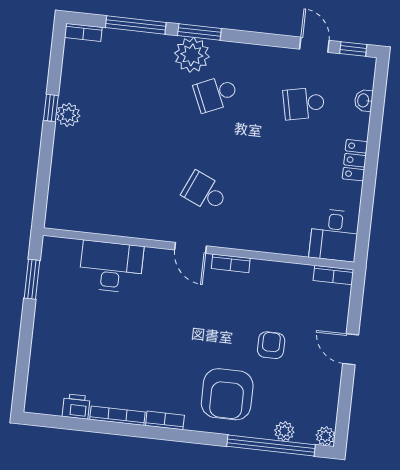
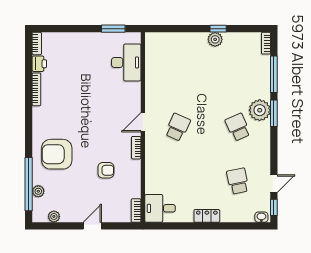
washbasin: (364, 100) -> (261, 217), moved
desk: (111, 267) -> (126, 62), moved
armchair: (271, 345) -> (106, 170), moved
bookcase: (165, 420) -> (37, 43), moved
plant: (326, 436) -> (54, 216), moved

